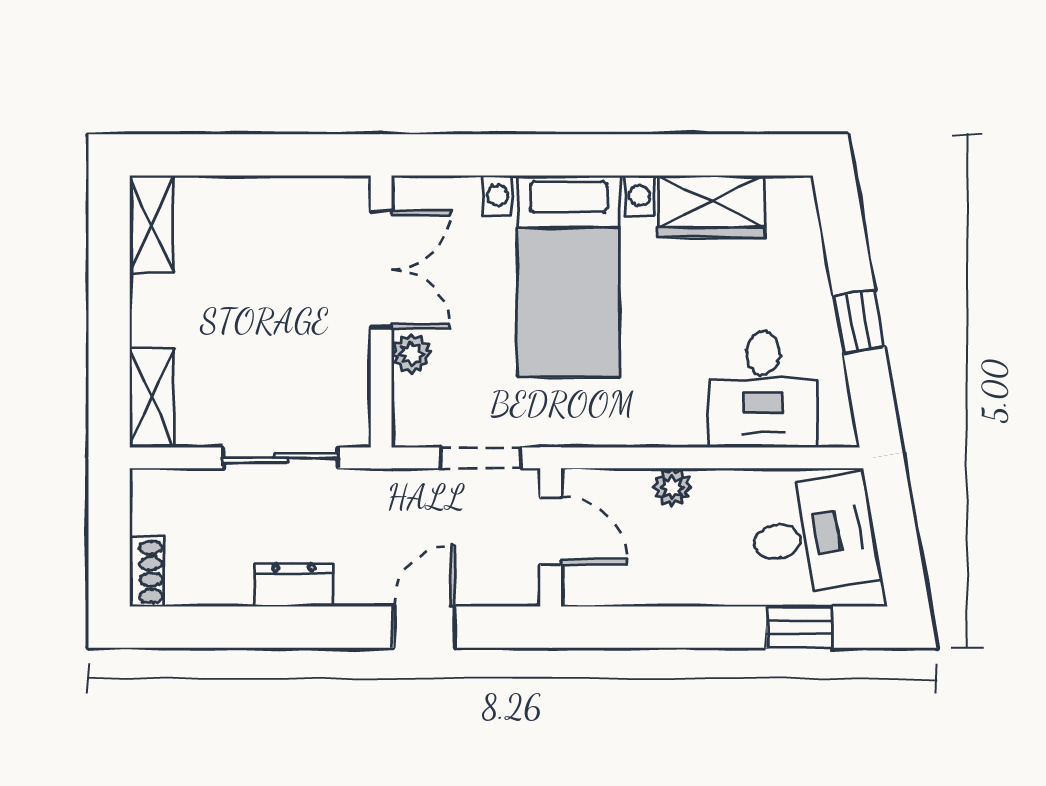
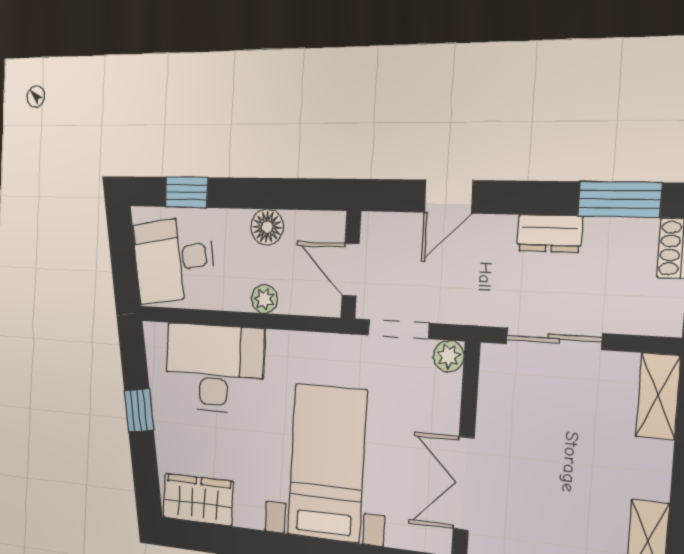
wardrobe: (711, 206) -> (198, 499), moved
plant: (411, 354) -> (449, 356), moved
desk: (763, 389) -> (214, 368), width x1.37
floor lamp: (674, 583) -> (267, 227), added
window: (213, 627) -> (620, 199), added

